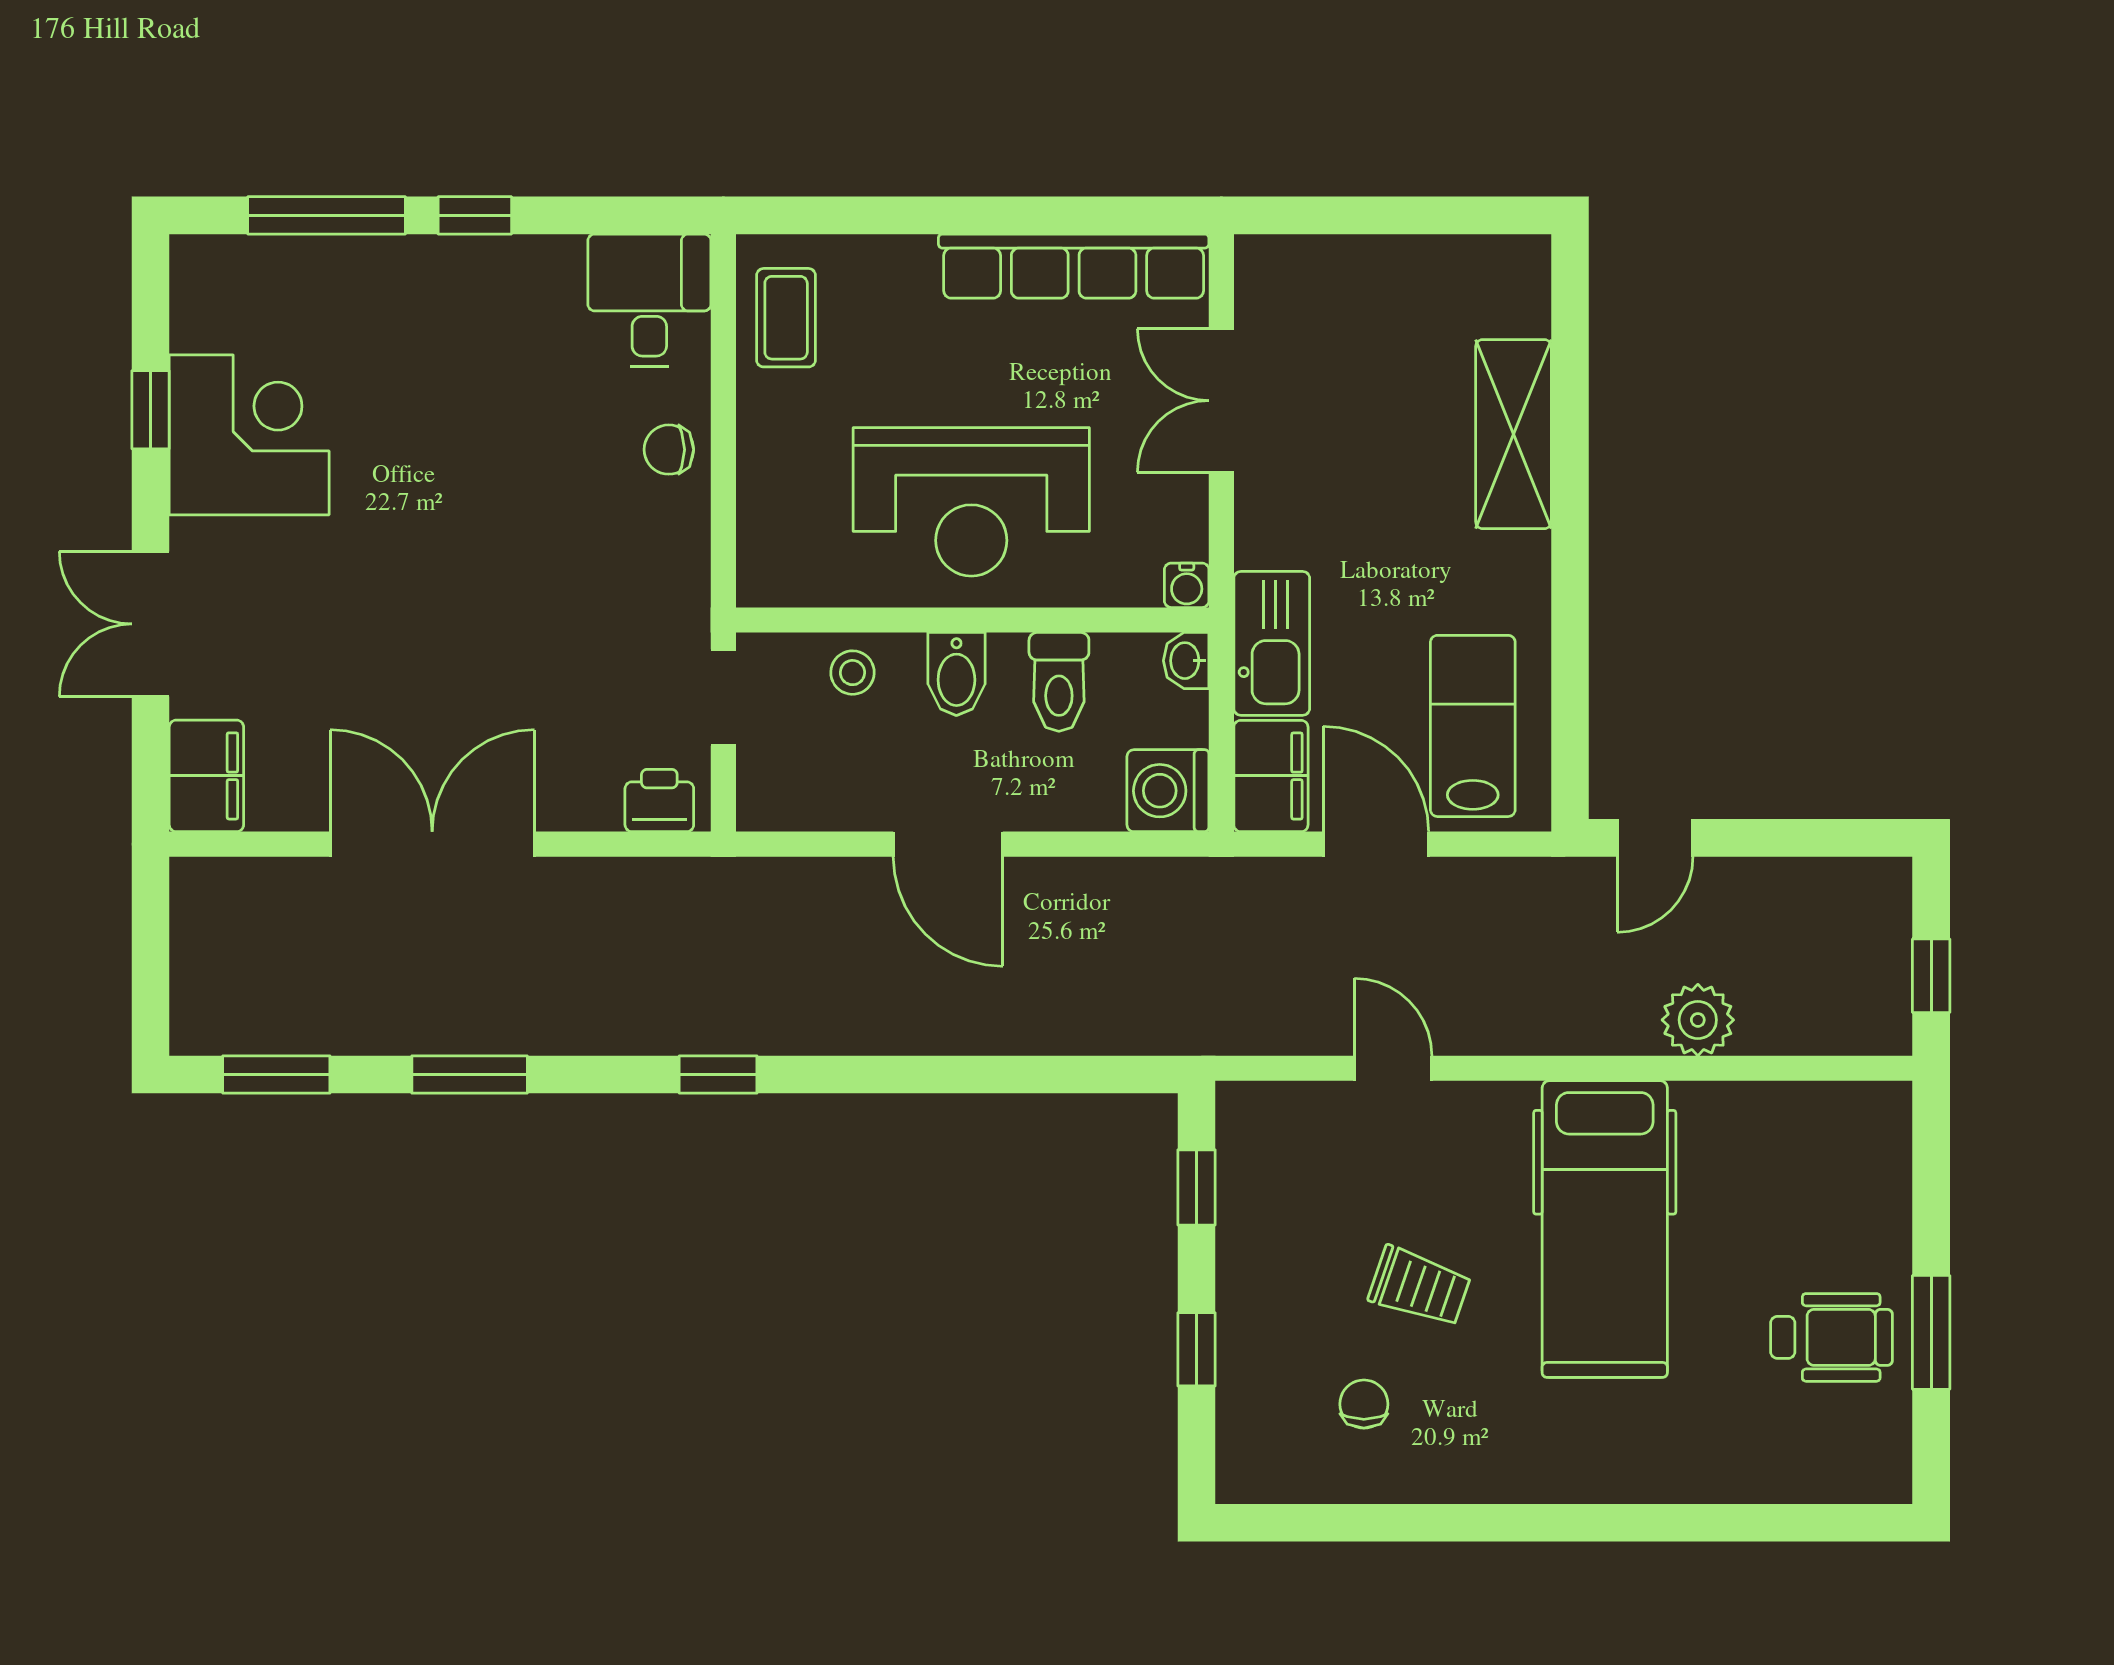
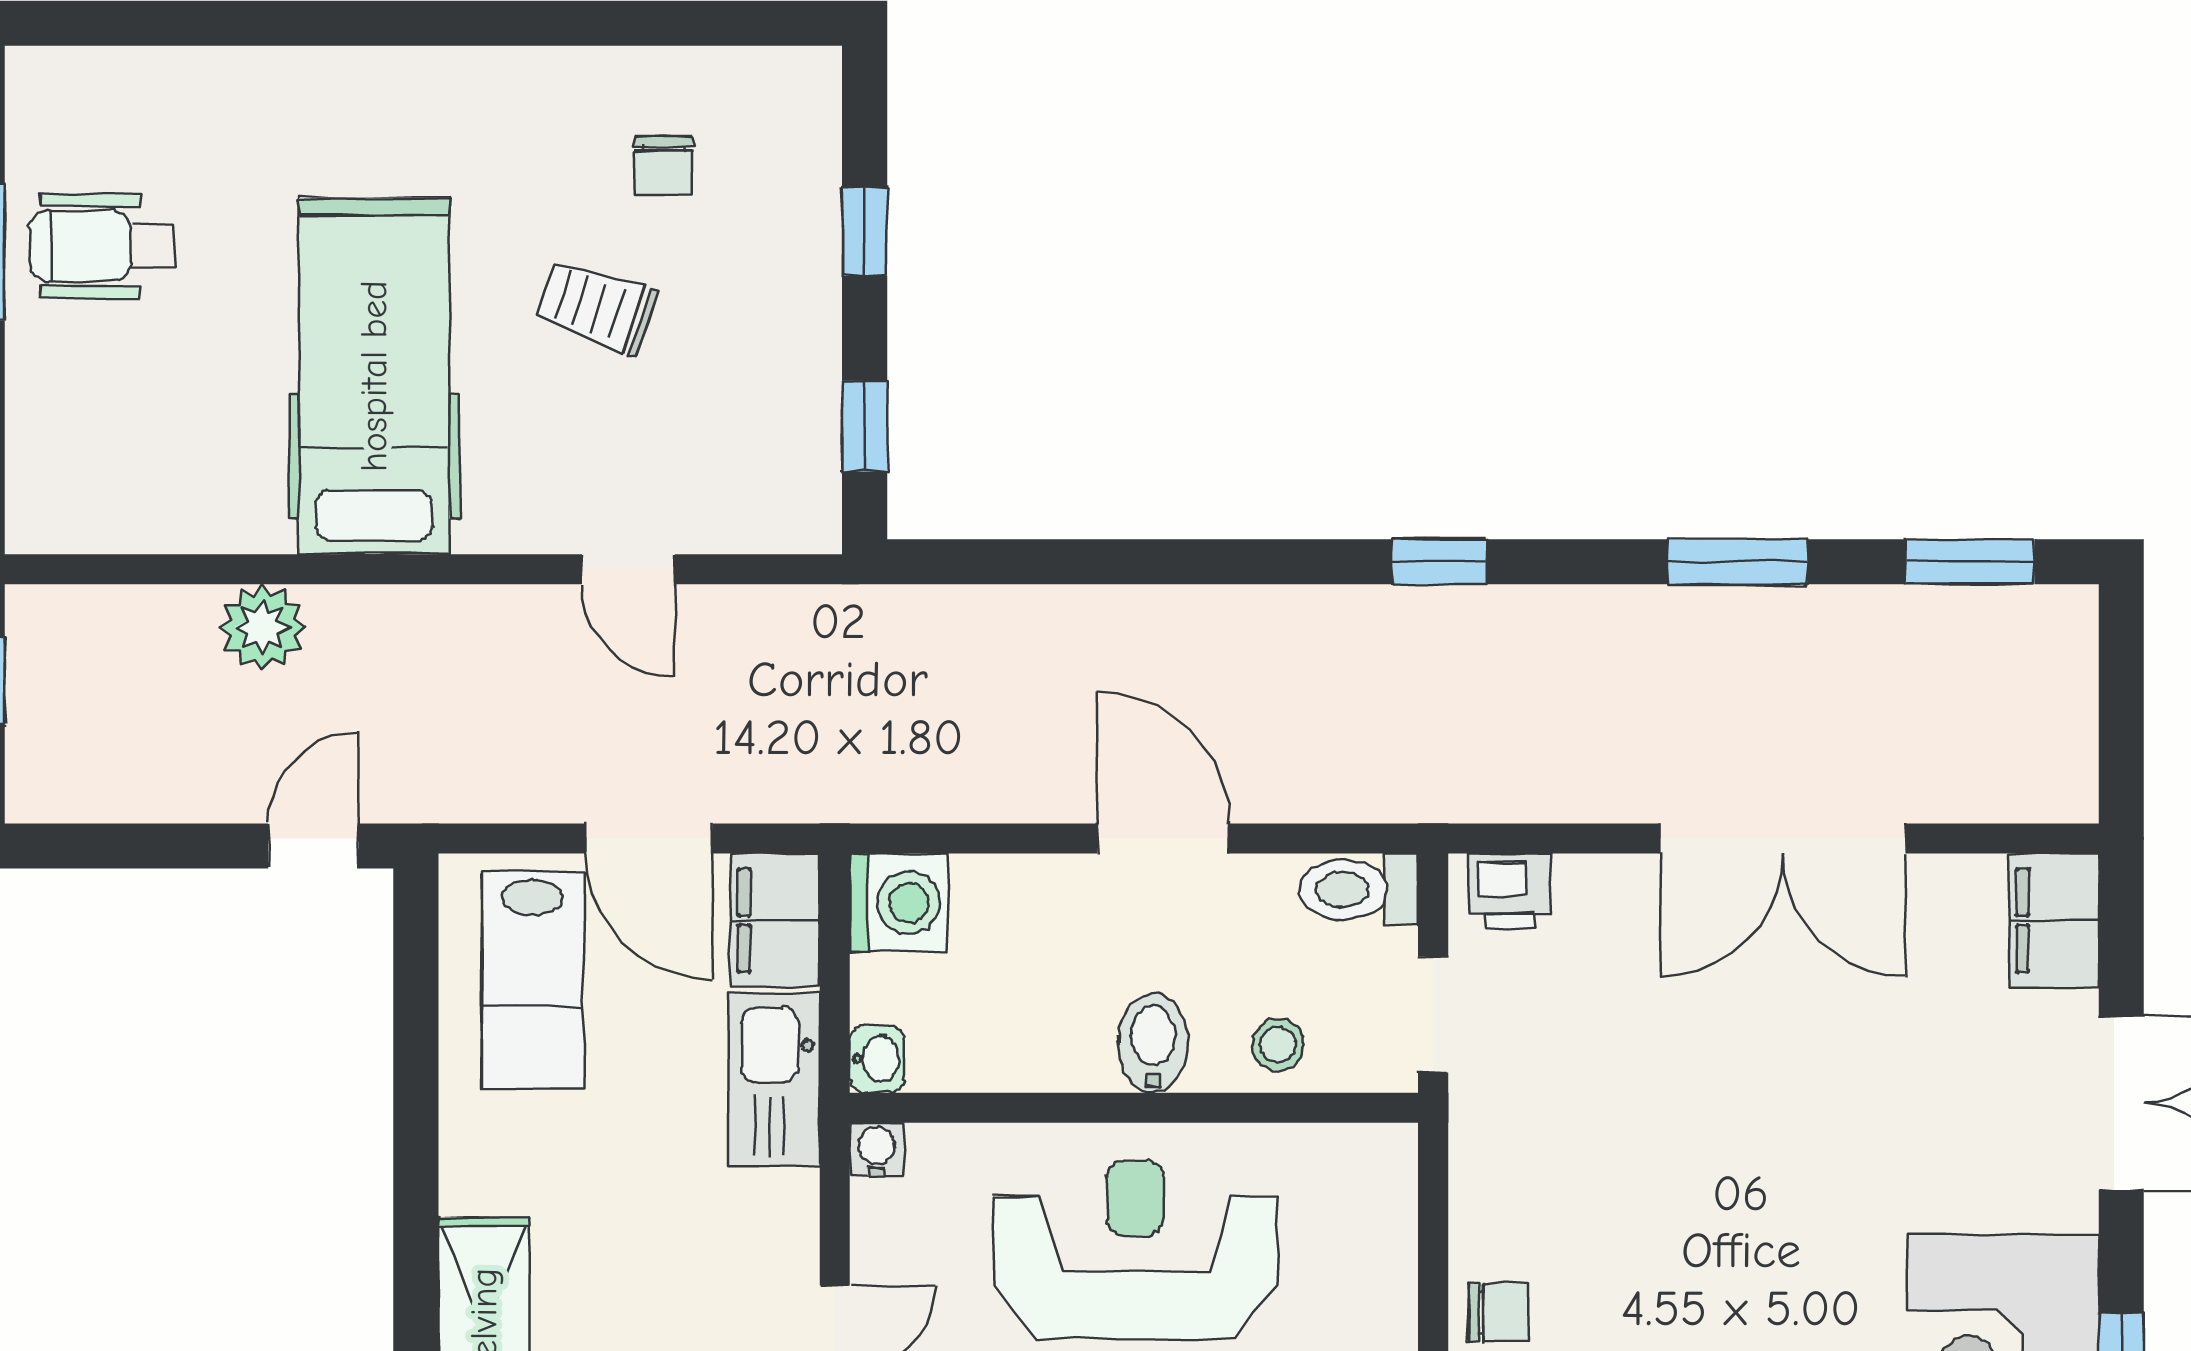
toilet: (1059, 682) -> (1359, 890), moved, turned -90

